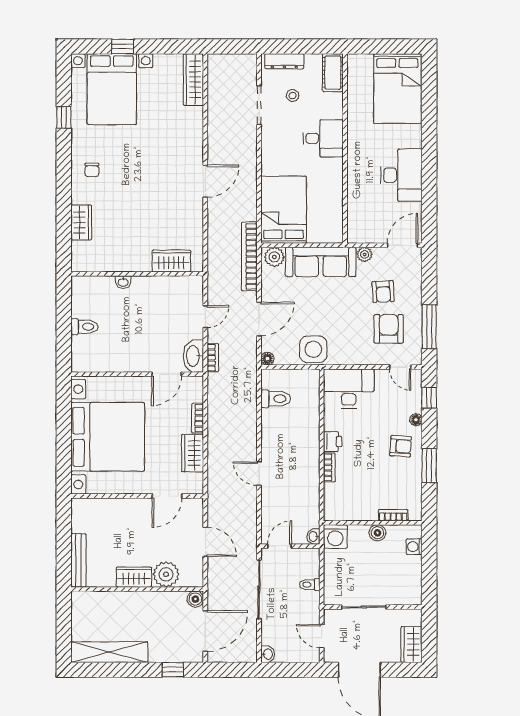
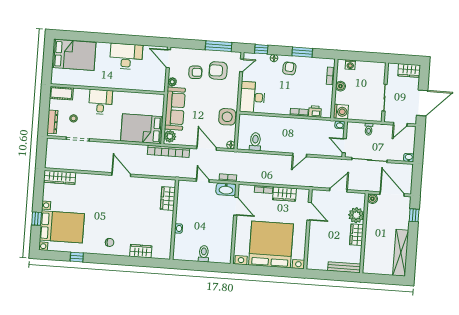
printer: (333, 442) -> (315, 111), moved

